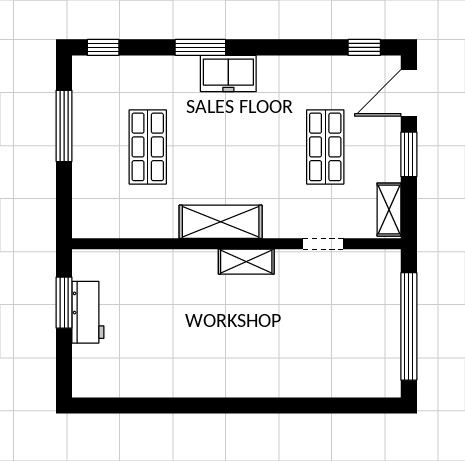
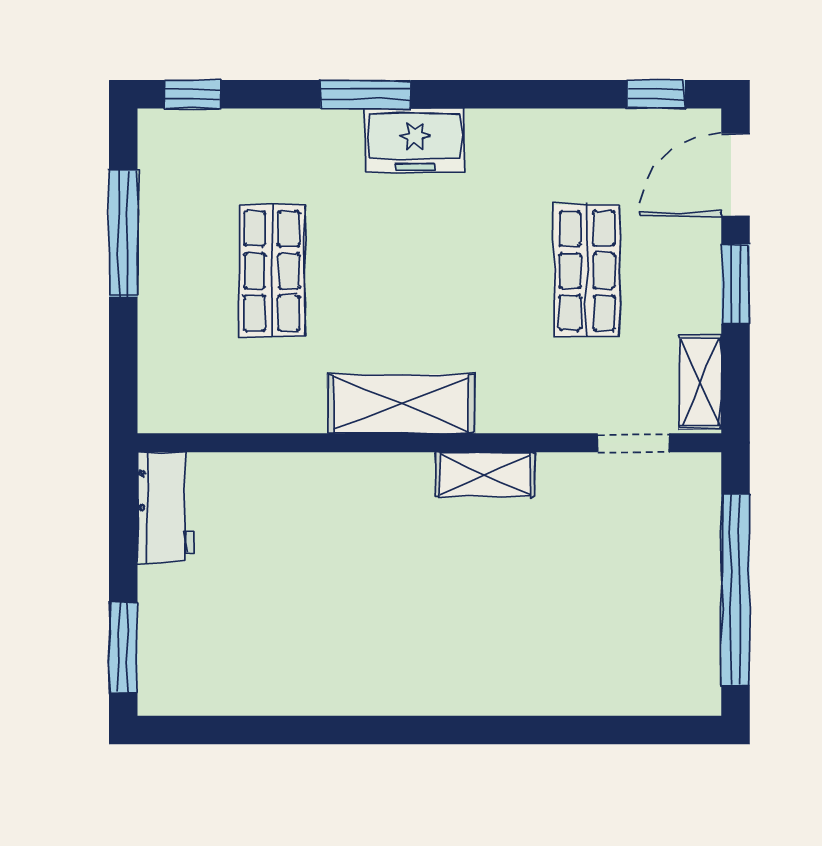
doorway: (323, 244) -> (633, 443), moved
shelving: (246, 262) -> (485, 474), moved
window: (64, 303) -> (123, 647), moved
workbench: (88, 312) -> (166, 507), moved

